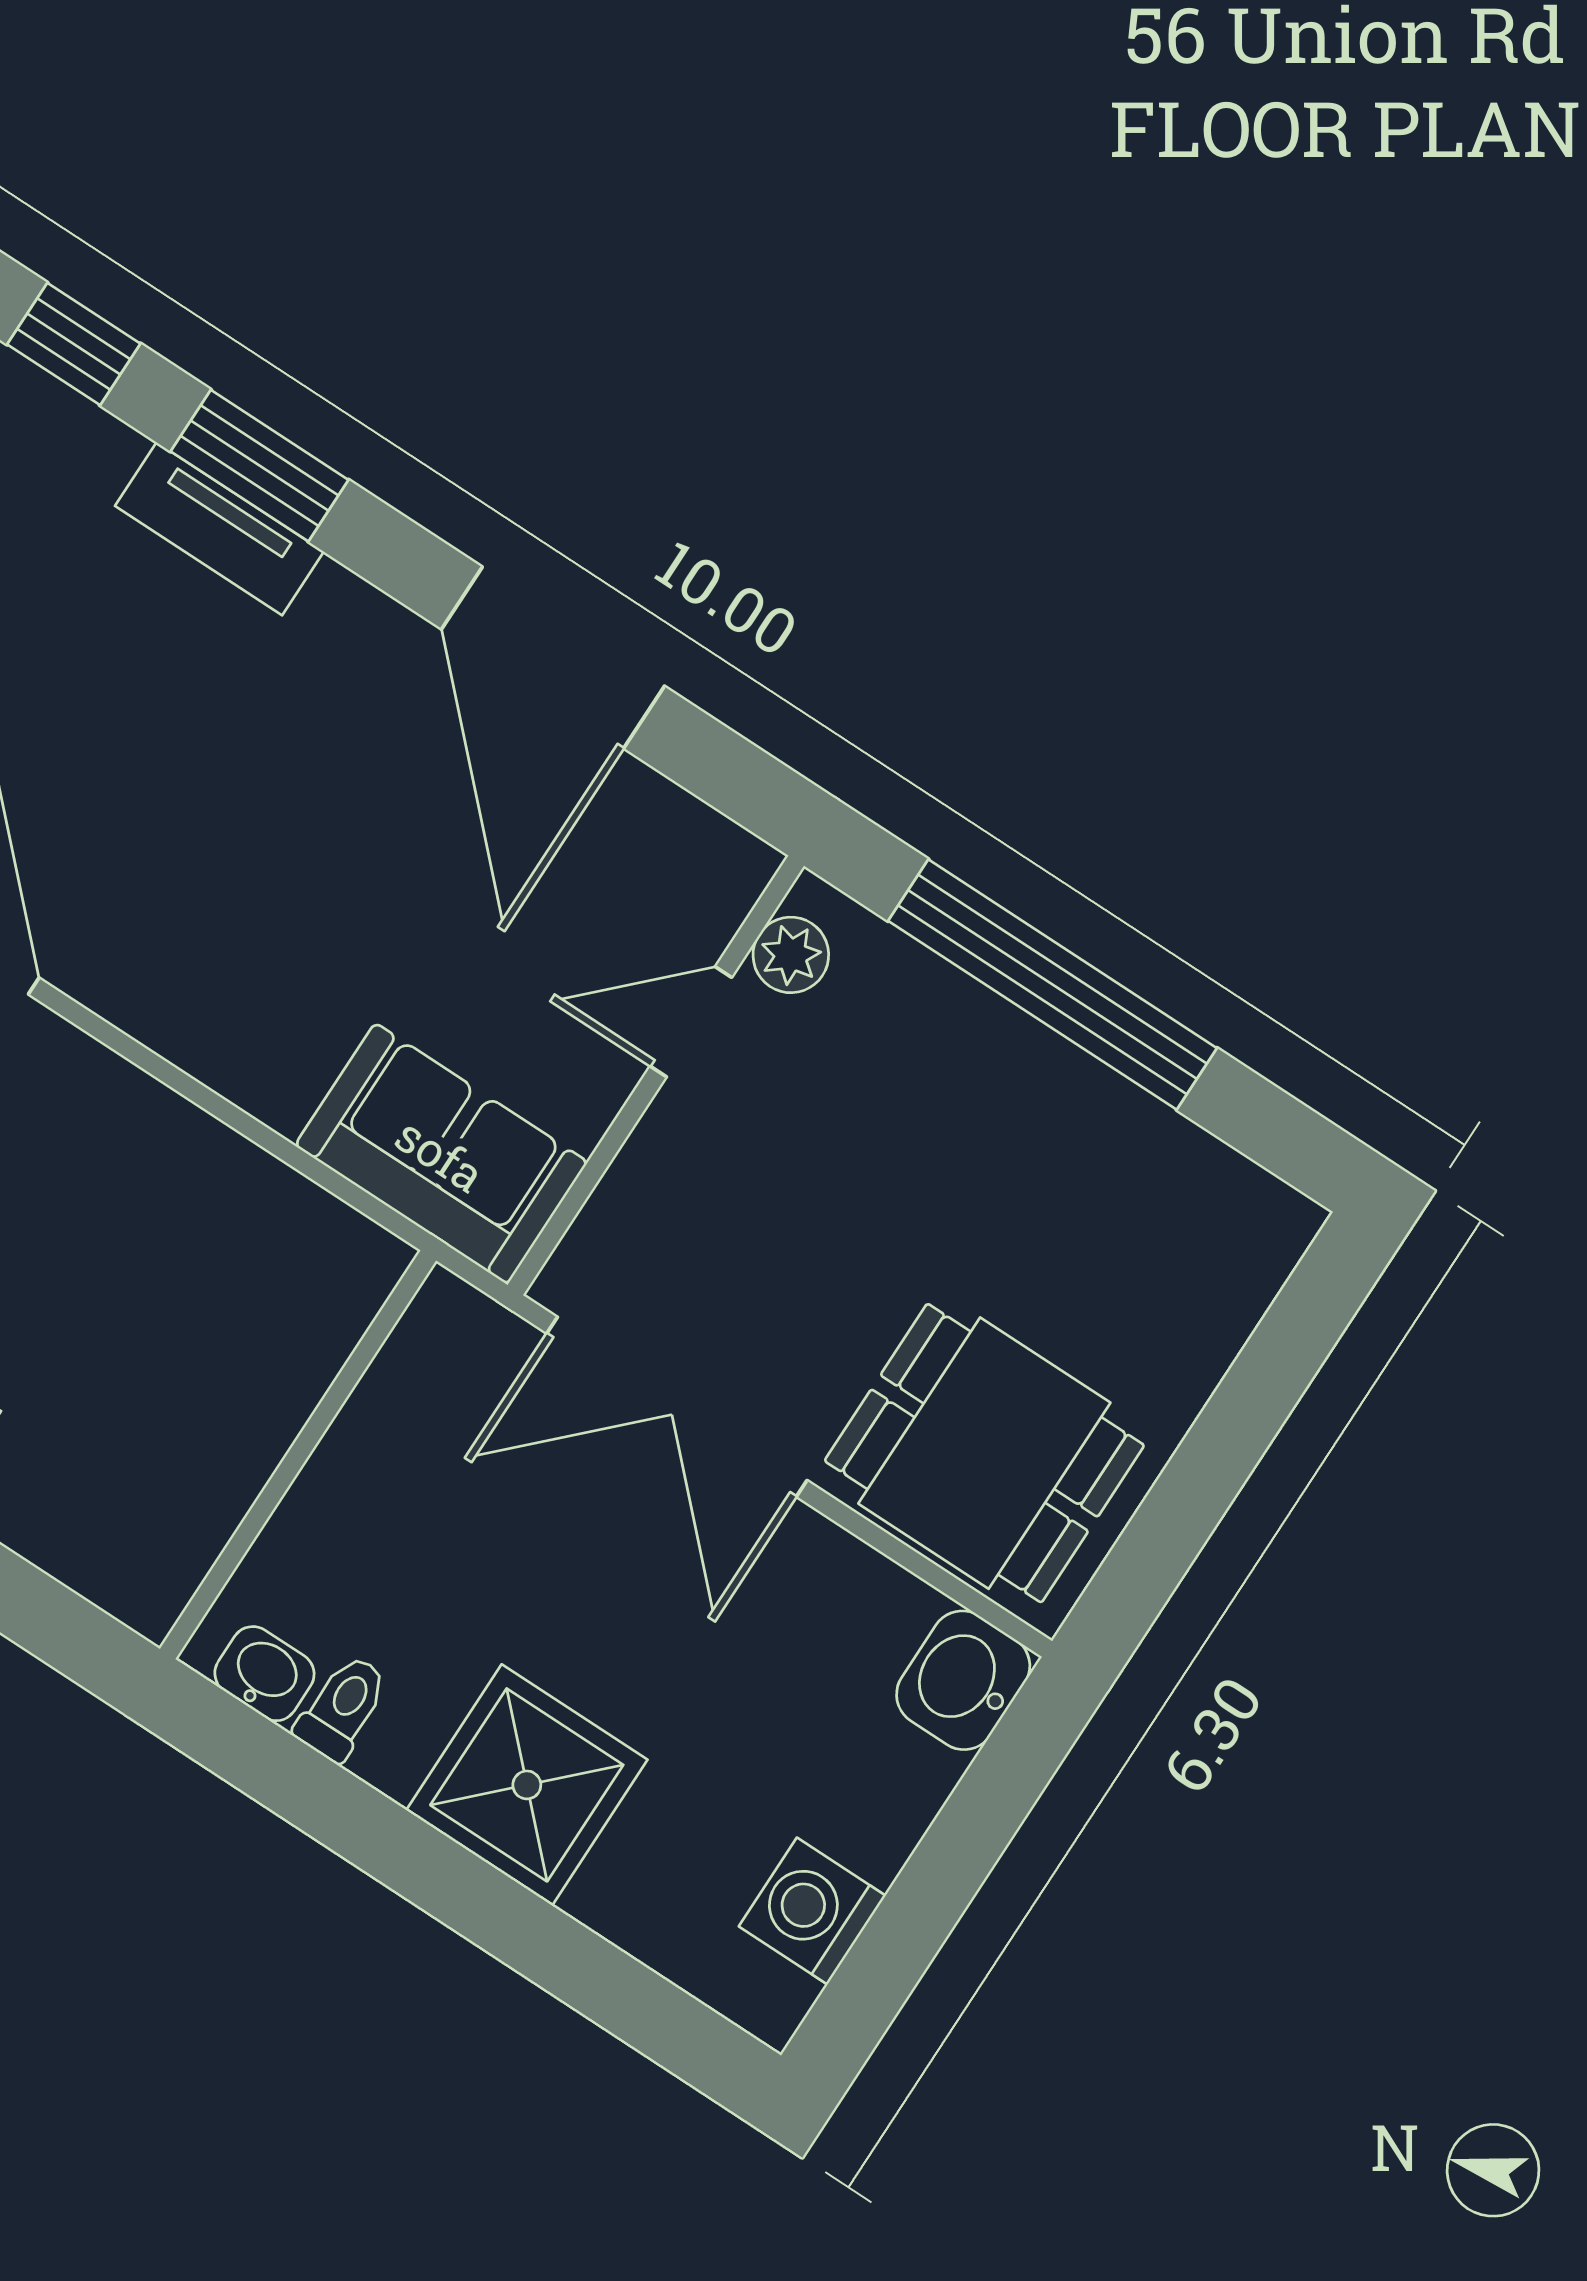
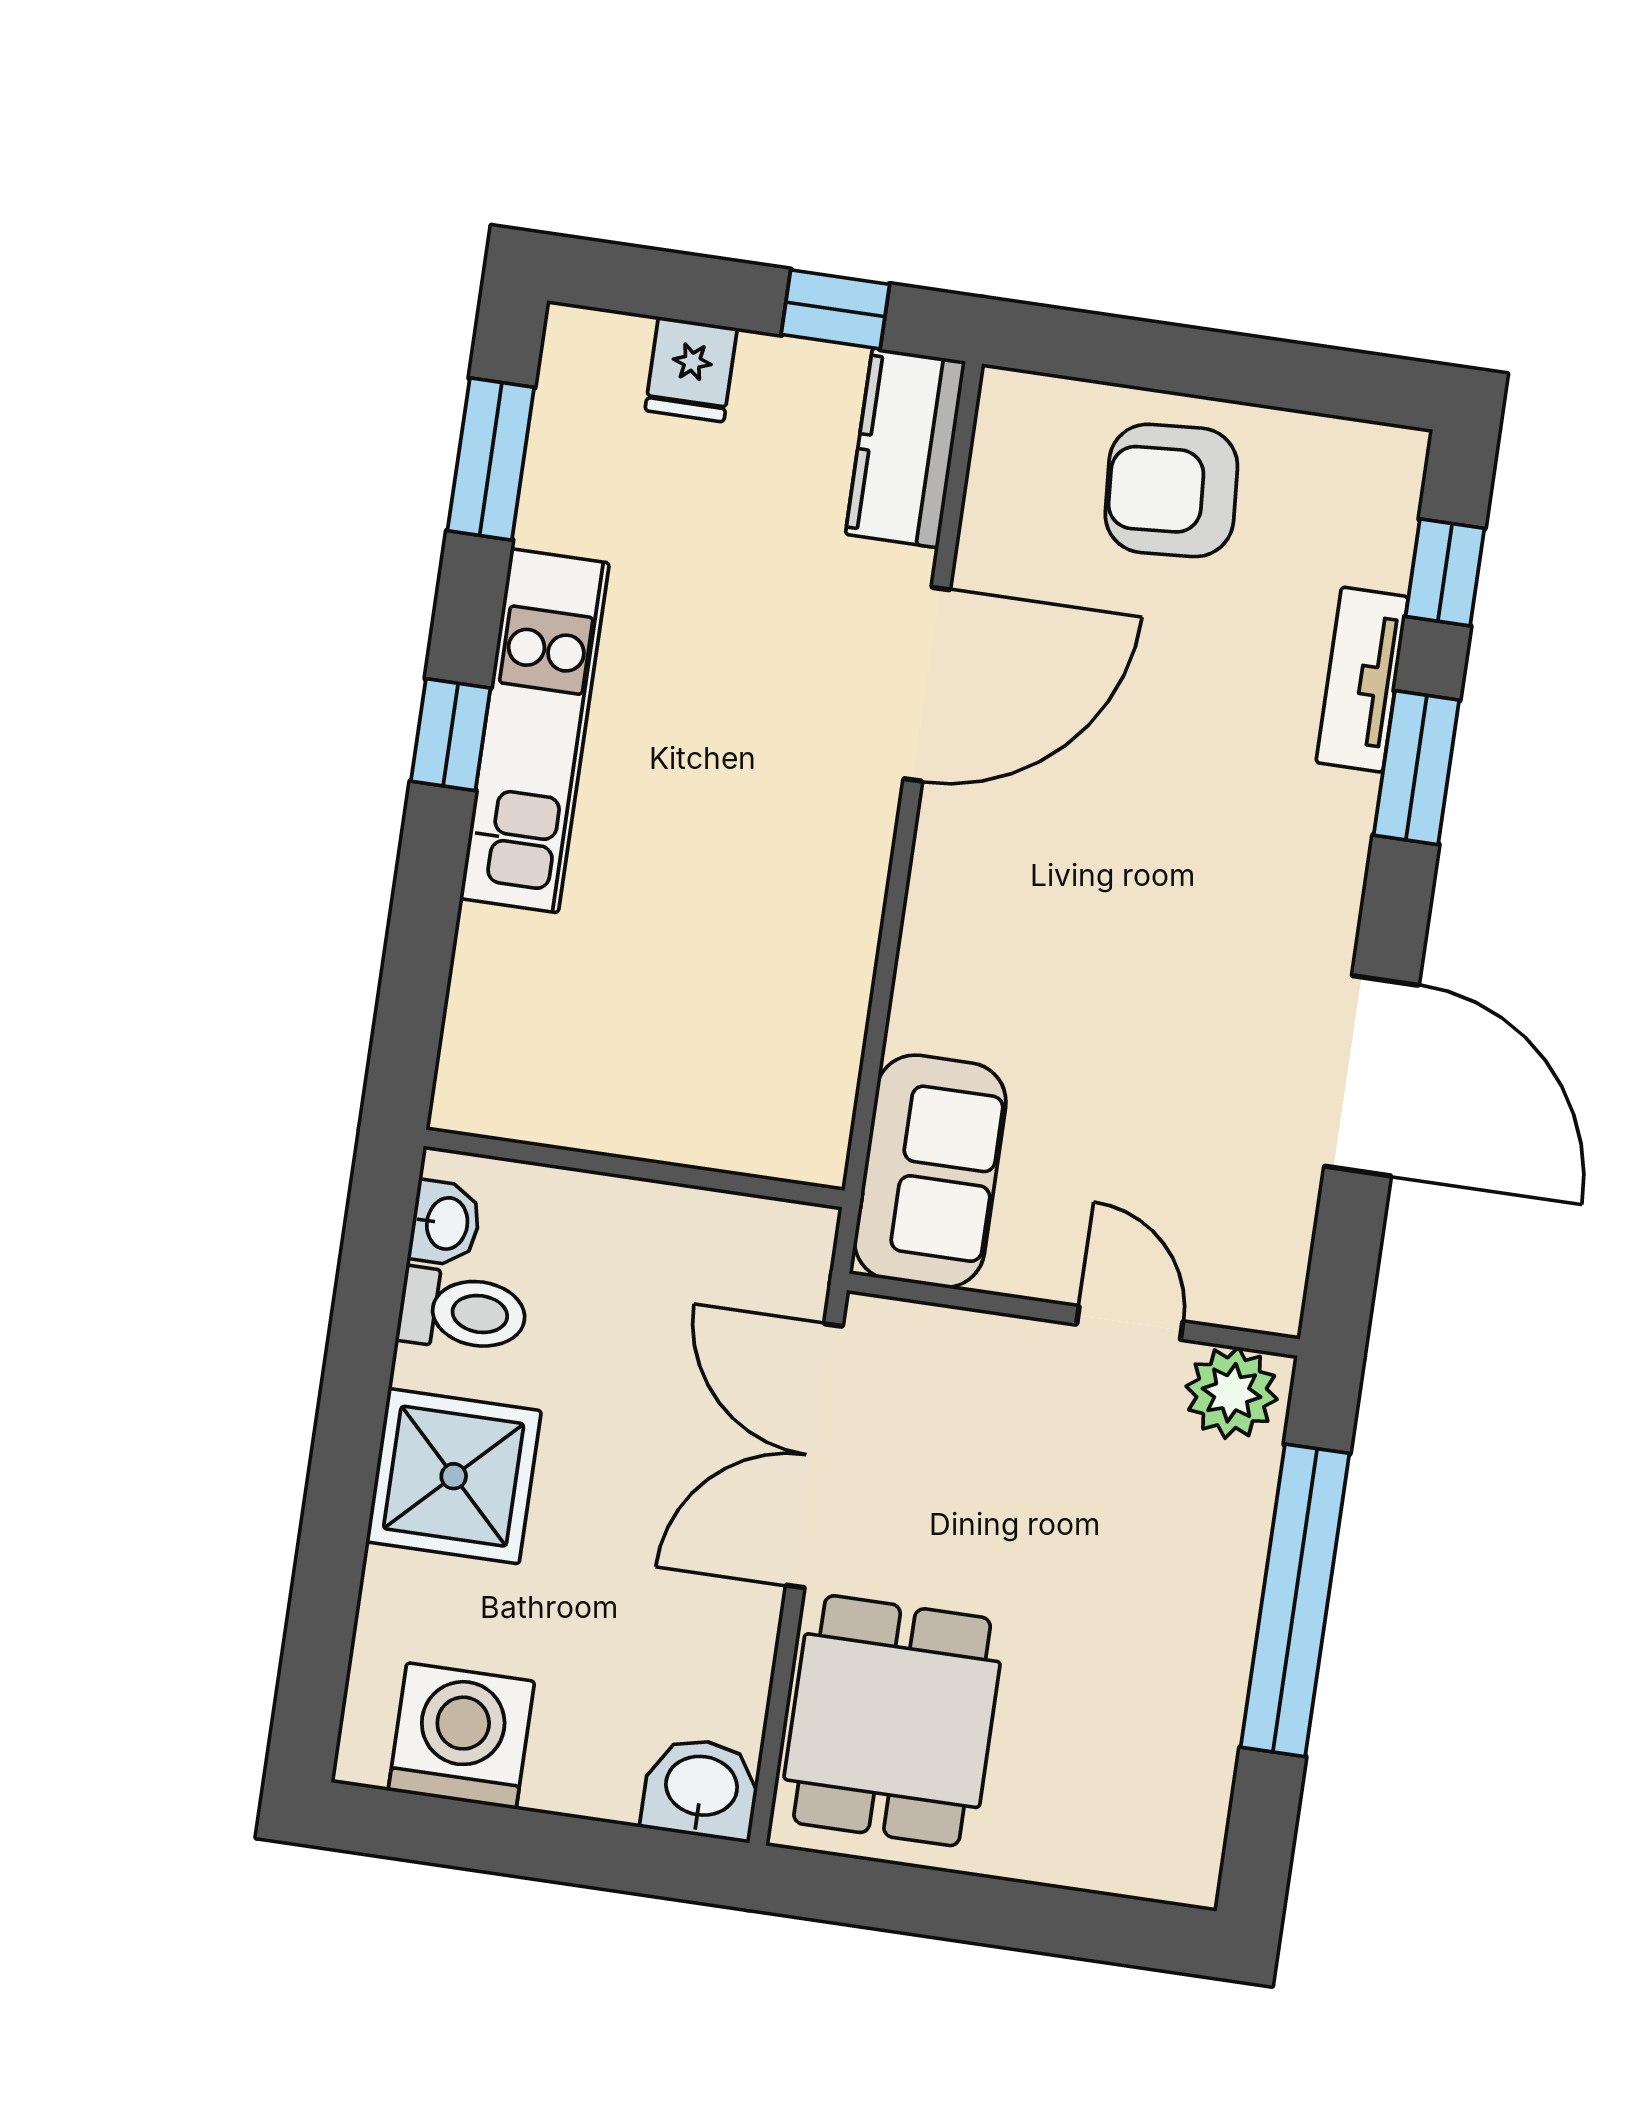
tv unit: (219, 529) -> (1362, 680), moved
door: (553, 658) -> (1372, 1076), swing flipped
plant: (791, 955) -> (1232, 1393), width x1.38, depth x1.38
toilet: (342, 1708) -> (463, 1311), width x1.37, depth x1.39
washing machine: (812, 1911) -> (461, 1736), width x1.37, depth x1.37

